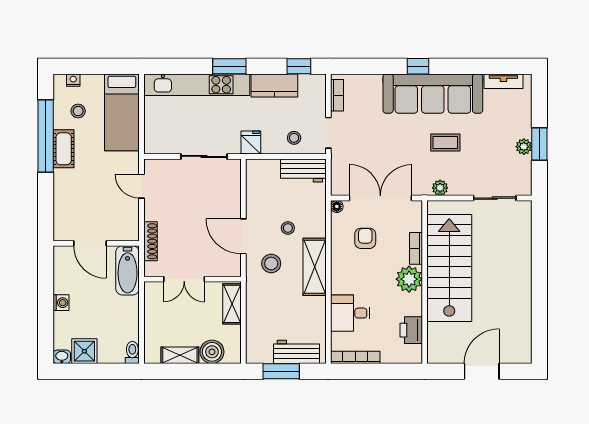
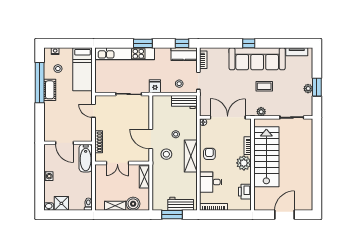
kitchen counter: (274, 85) -> (184, 54), moved
armchair: (365, 238) -> (209, 154), moved

